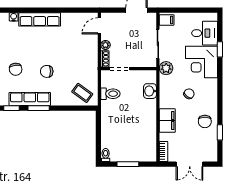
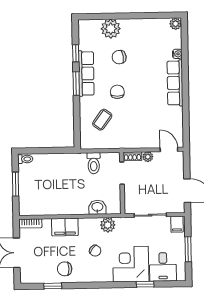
window: (189, 10) -> (188, 249), added
plant: (166, 68) -> (108, 225), moved
coffee table: (82, 93) -> (102, 120), moved

